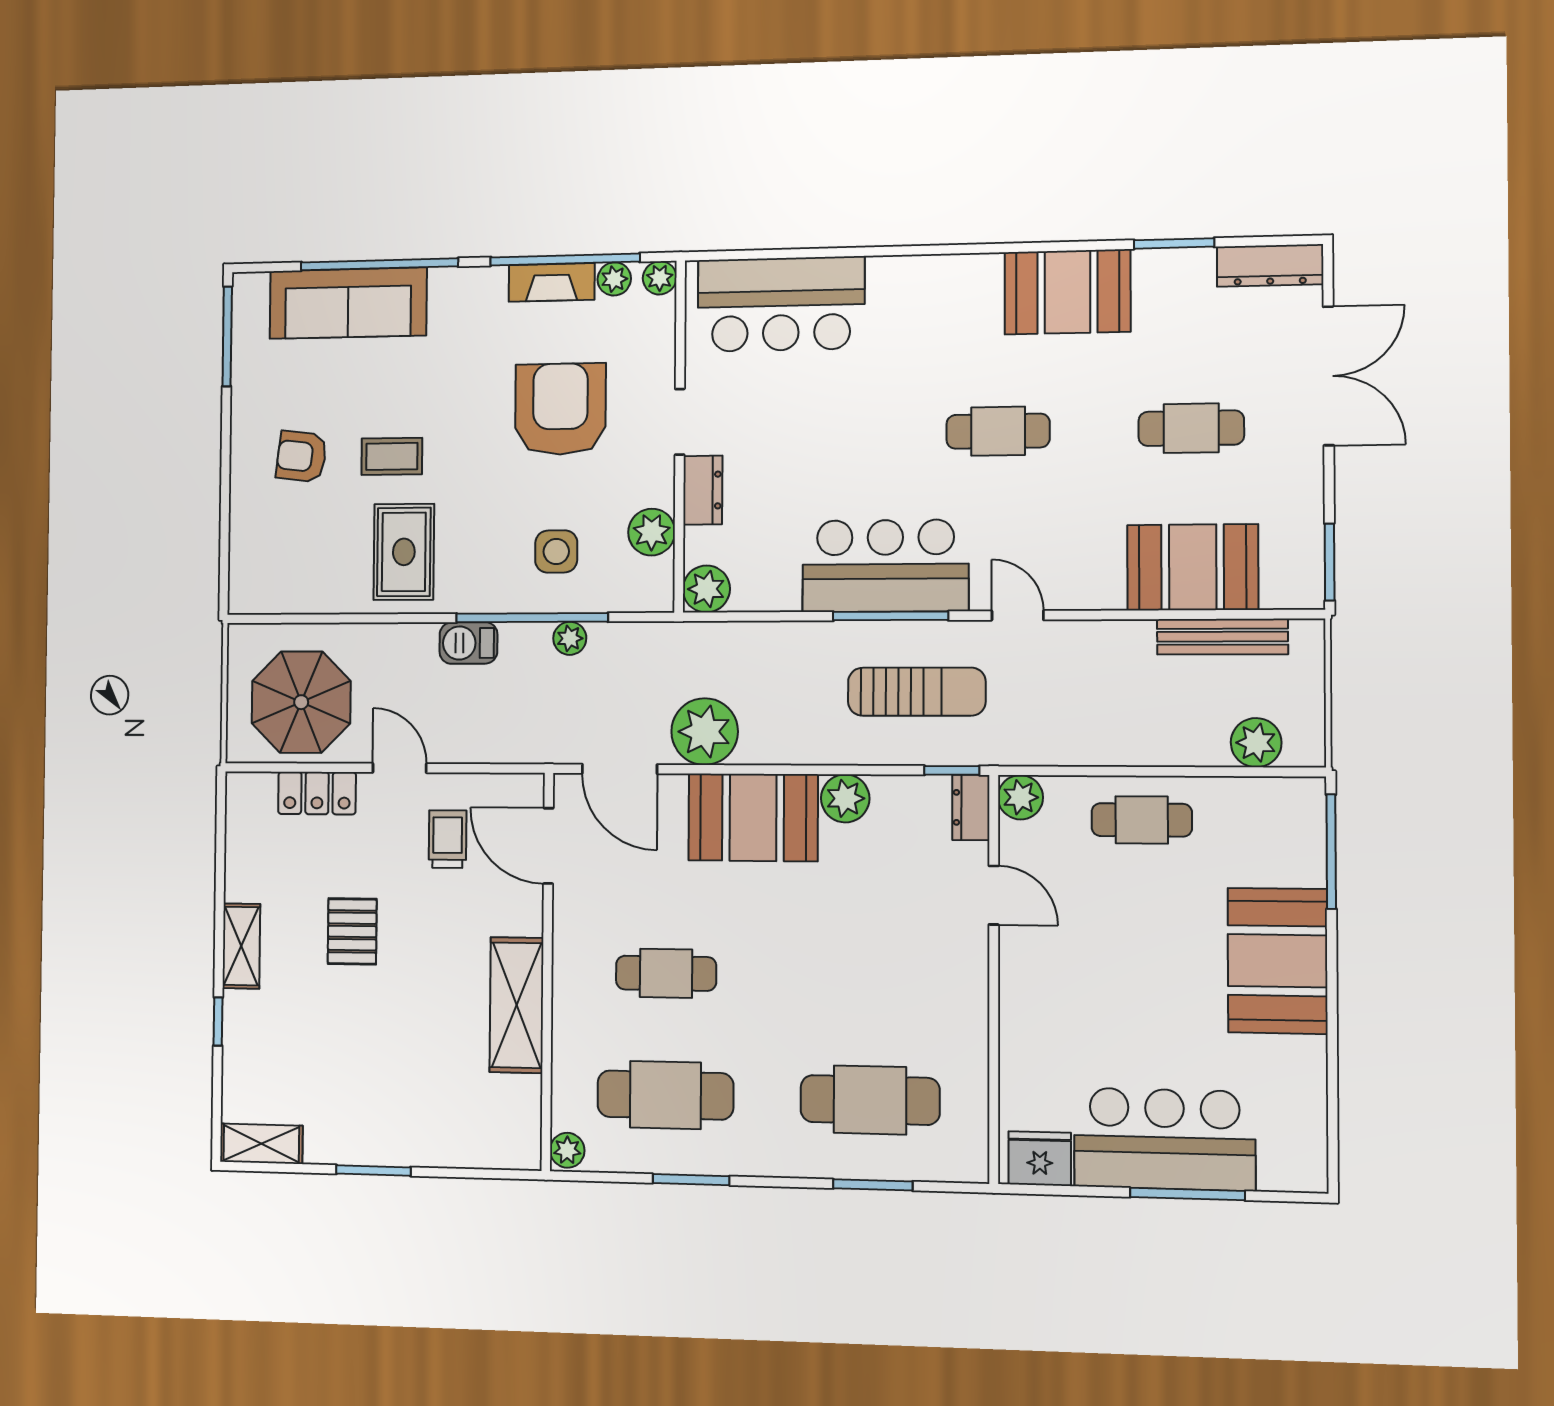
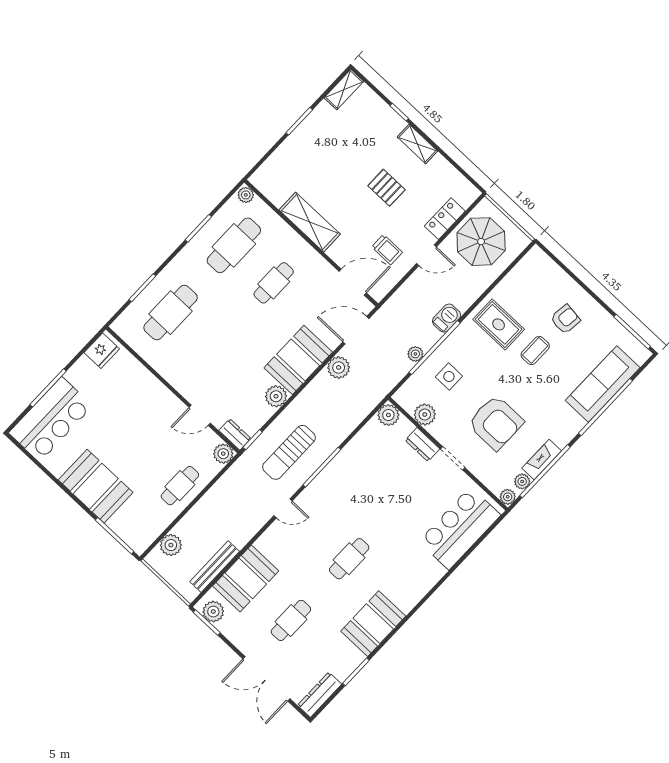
bar counter: (885, 566) -> (340, 481), removed
plant: (1300, 568) -> (213, 612), added
plant: (705, 732) -> (339, 367), width x0.73, depth x0.73
bar counter: (1165, 1139) -> (51, 419), moved

